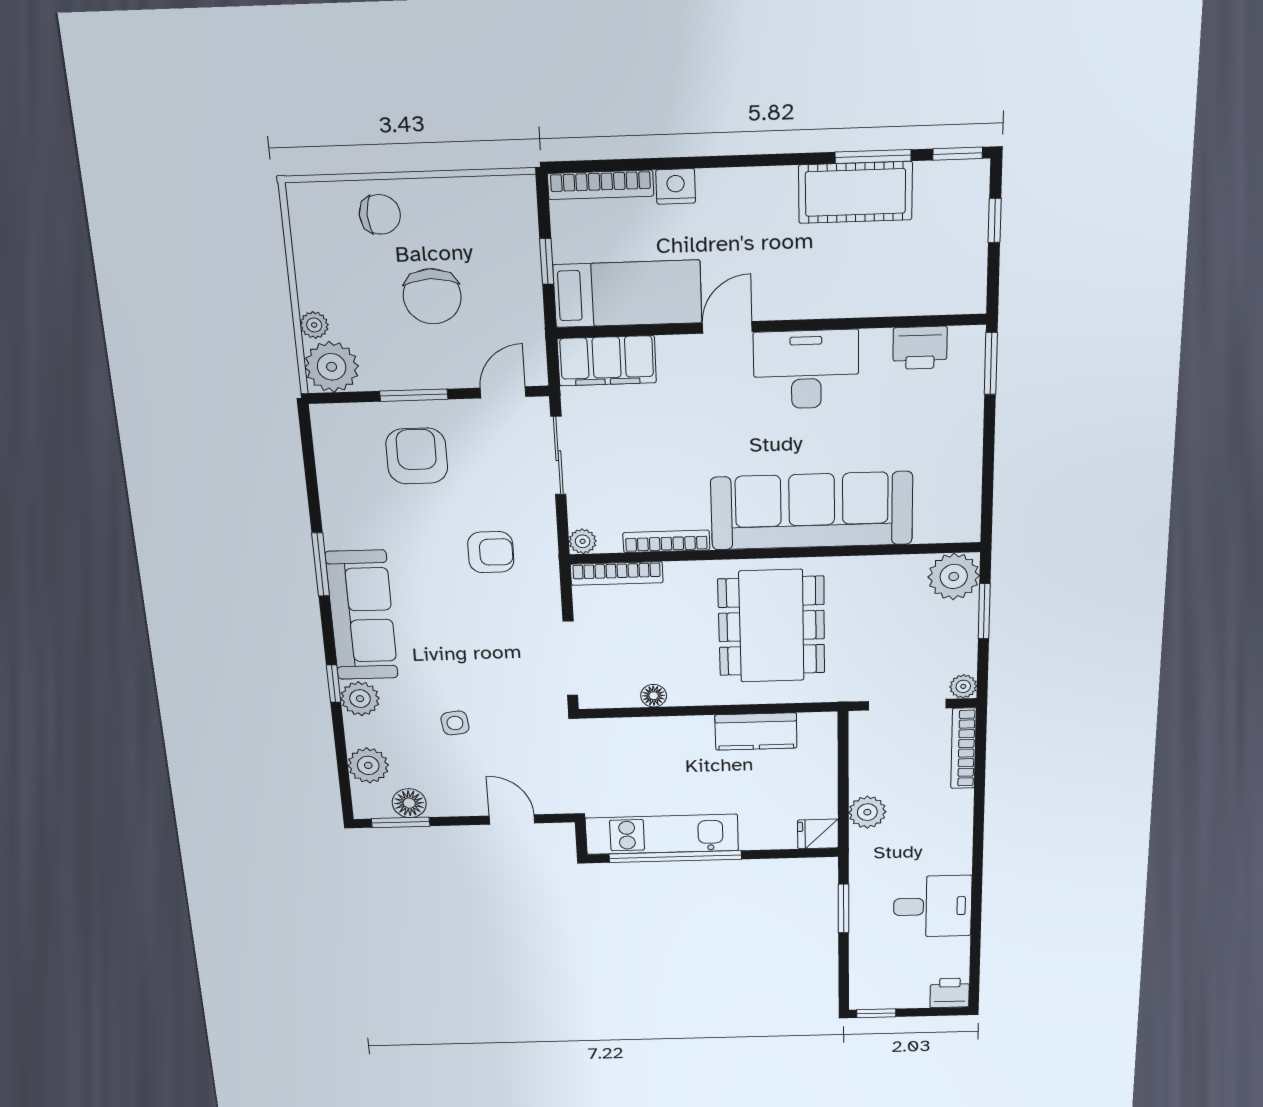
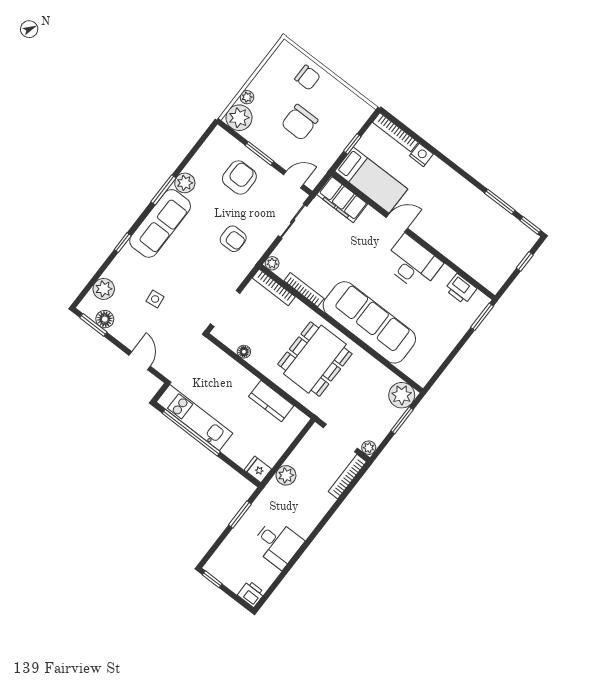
cot: (855, 192) -> (483, 210), removed
plant: (360, 699) -> (185, 183), moved

